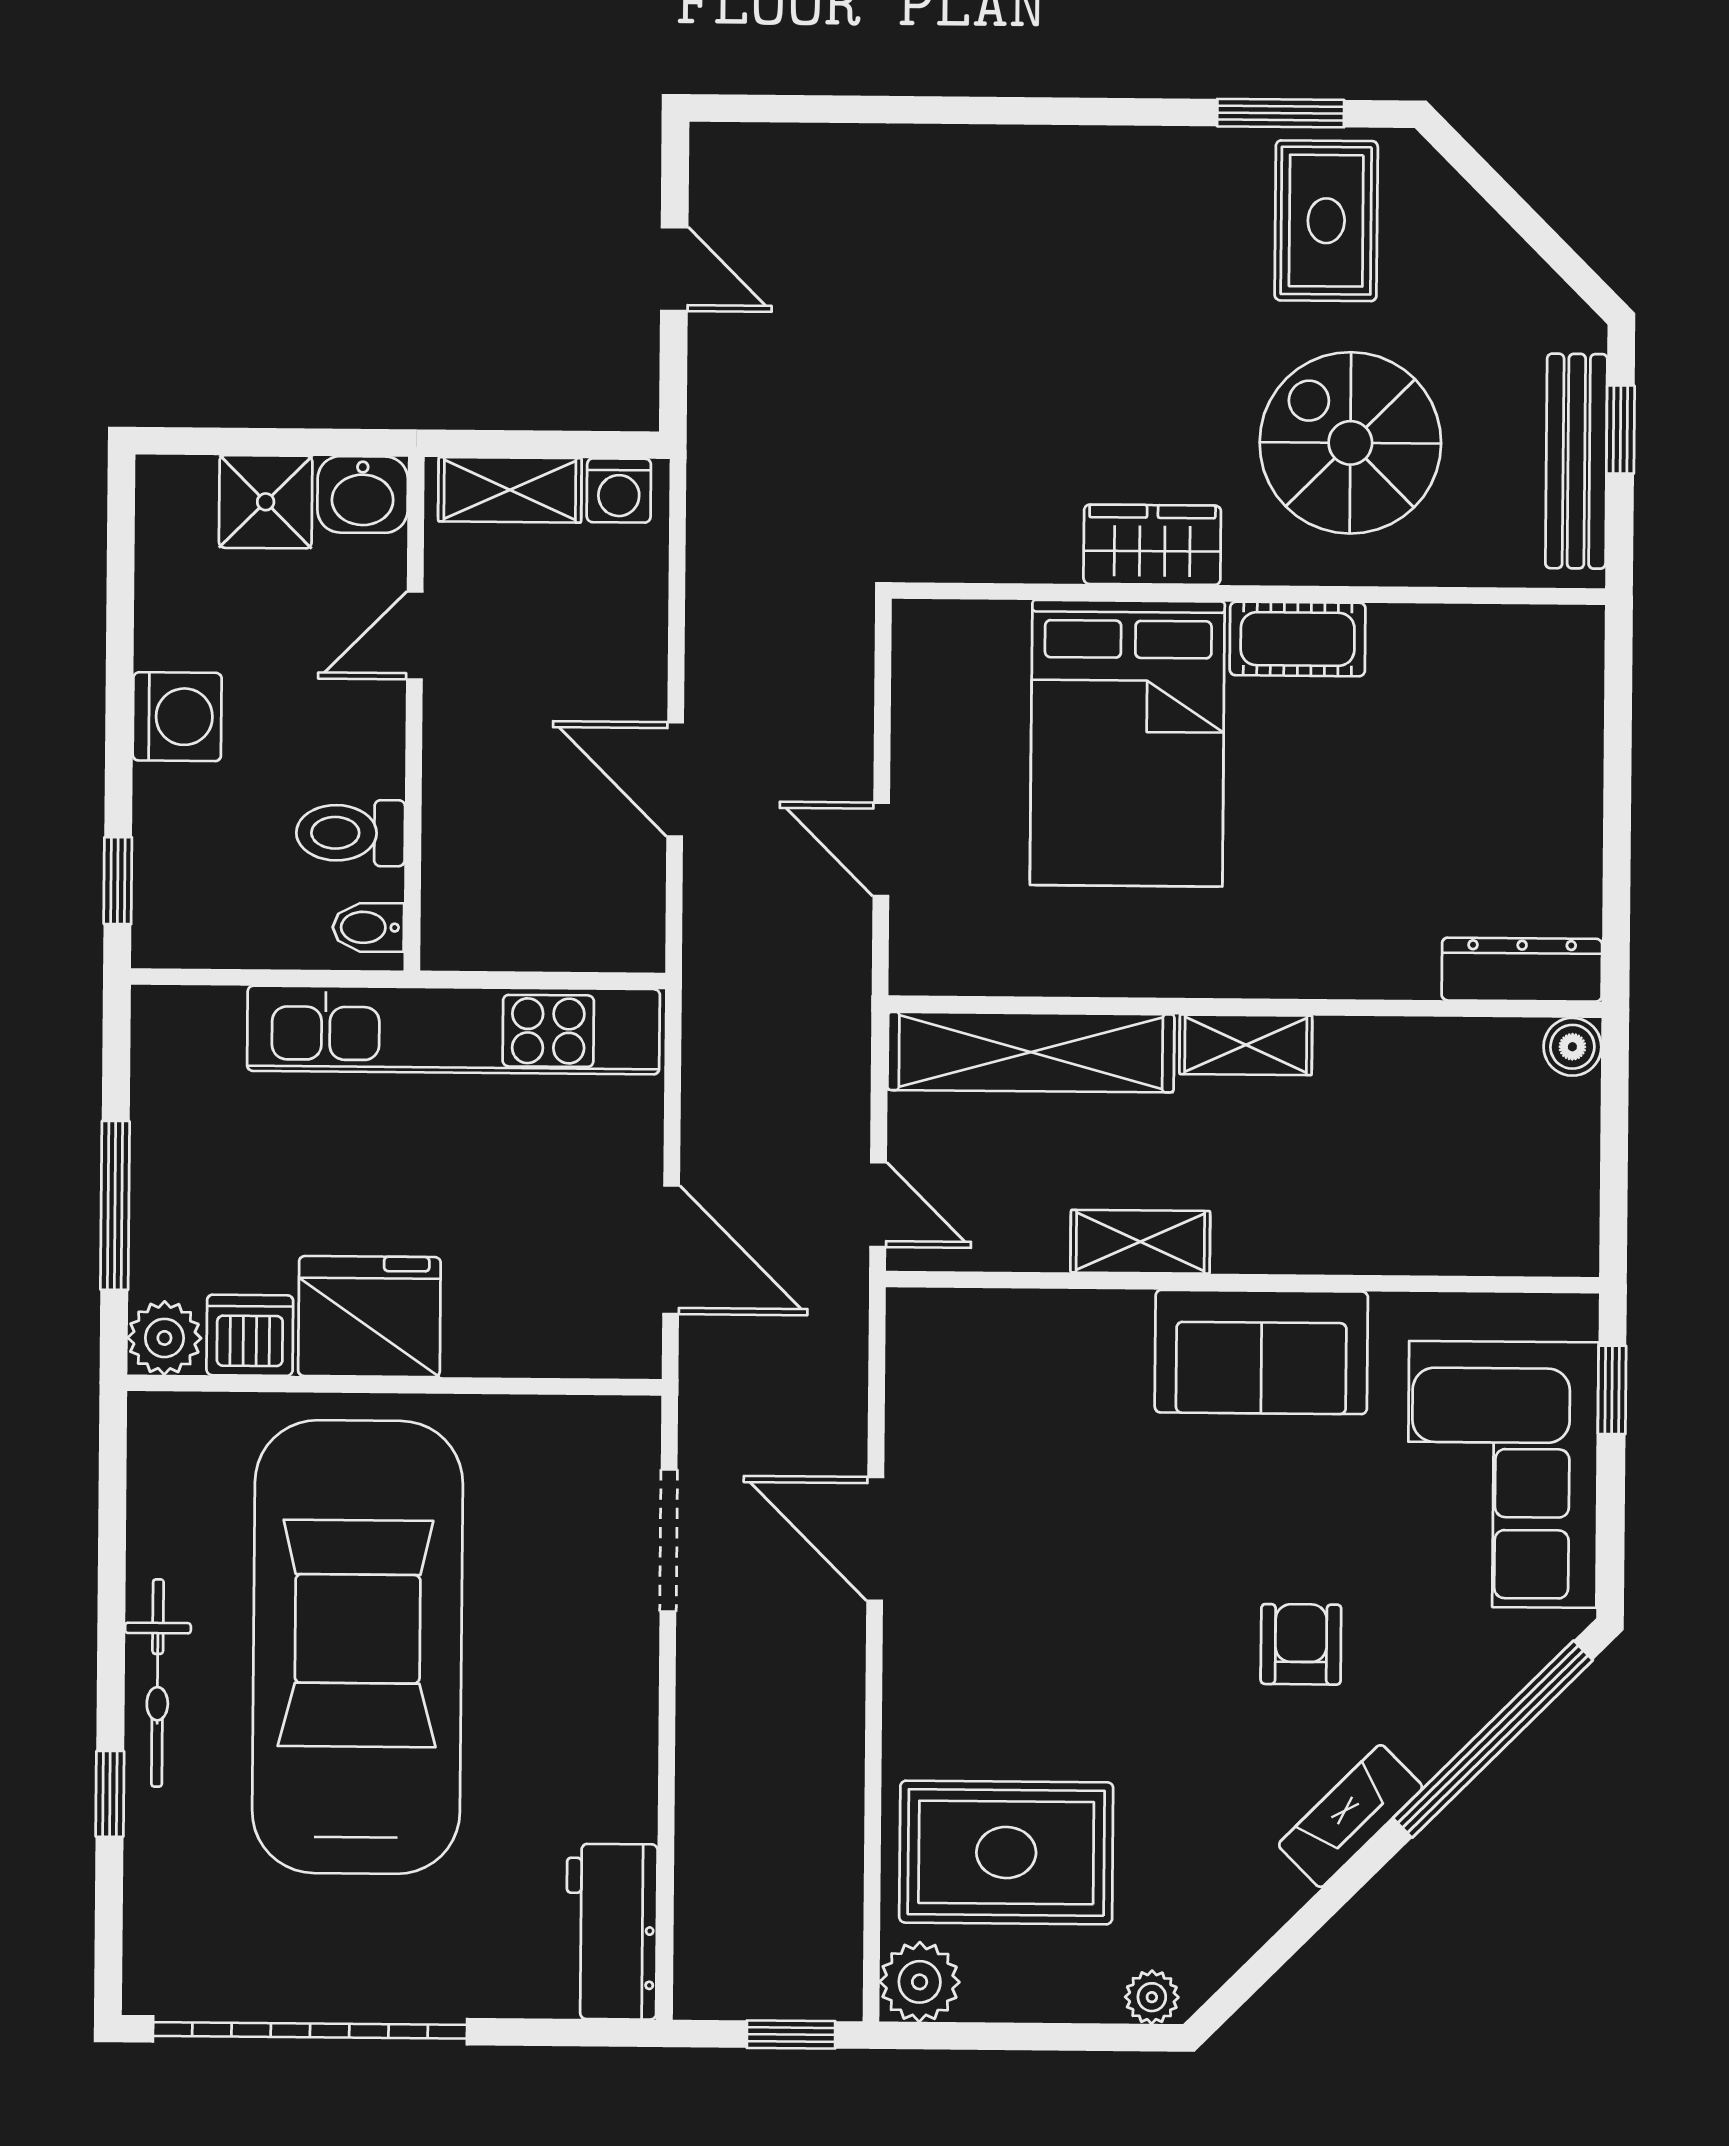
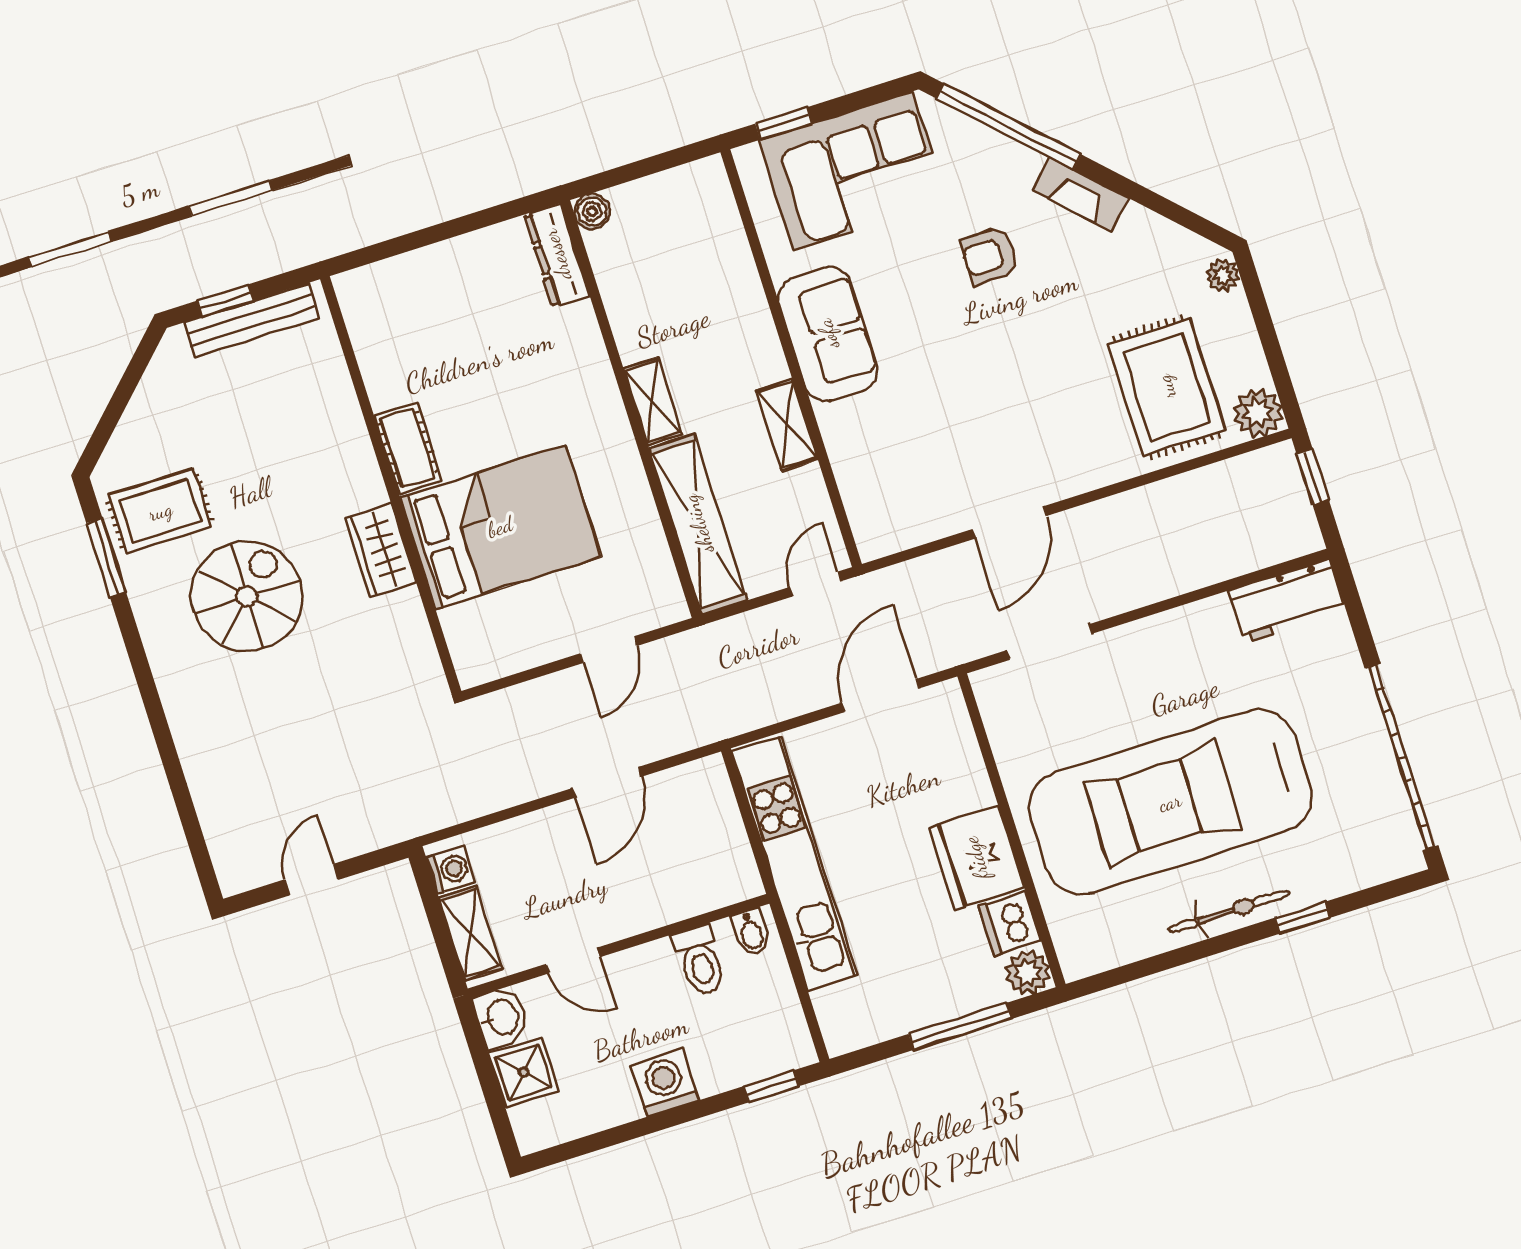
spiral stairs: (1350, 443) -> (247, 596), moved, turned 180

